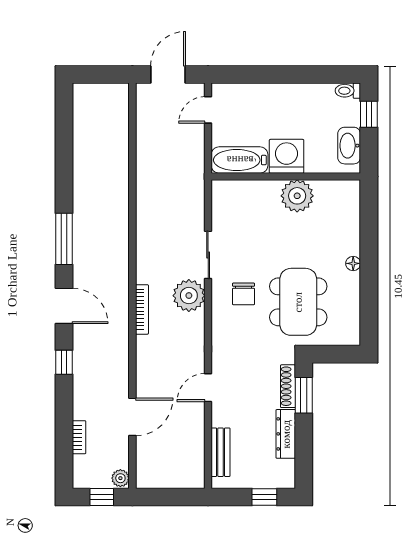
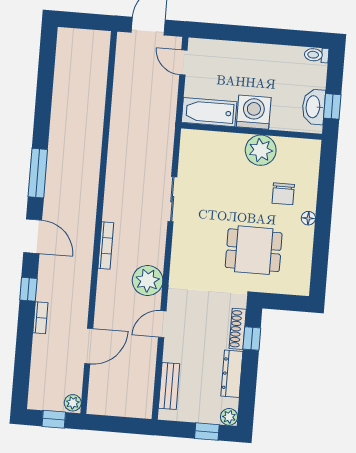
door: (208, 110) -> (183, 62), hinge flipped
window: (369, 114) -> (332, 106), moved
chair: (244, 294) -> (283, 194), moved
plant: (189, 296) -> (148, 281), moved
dining table: (298, 302) -> (254, 250), width x0.73
window: (304, 395) -> (252, 339), width x0.67
bookcase: (79, 437) -> (40, 318), moved
plant: (286, 480) -> (229, 417), added

